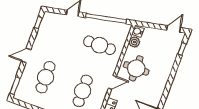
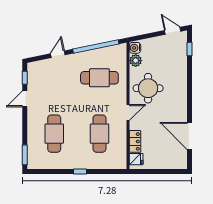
door: (174, 29) -> (173, 31), hinge flipped
door: (26, 55) -> (25, 99), moved

